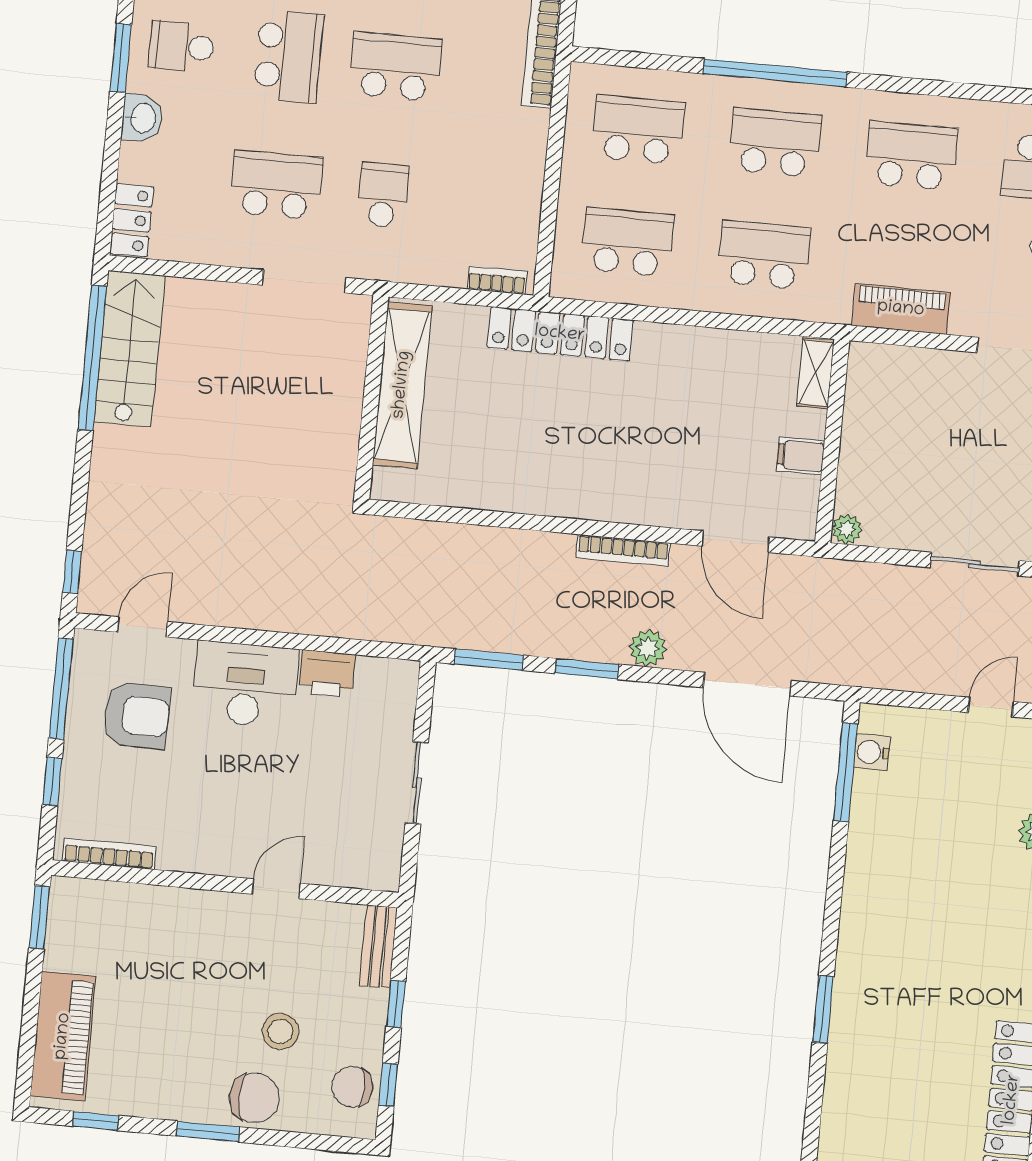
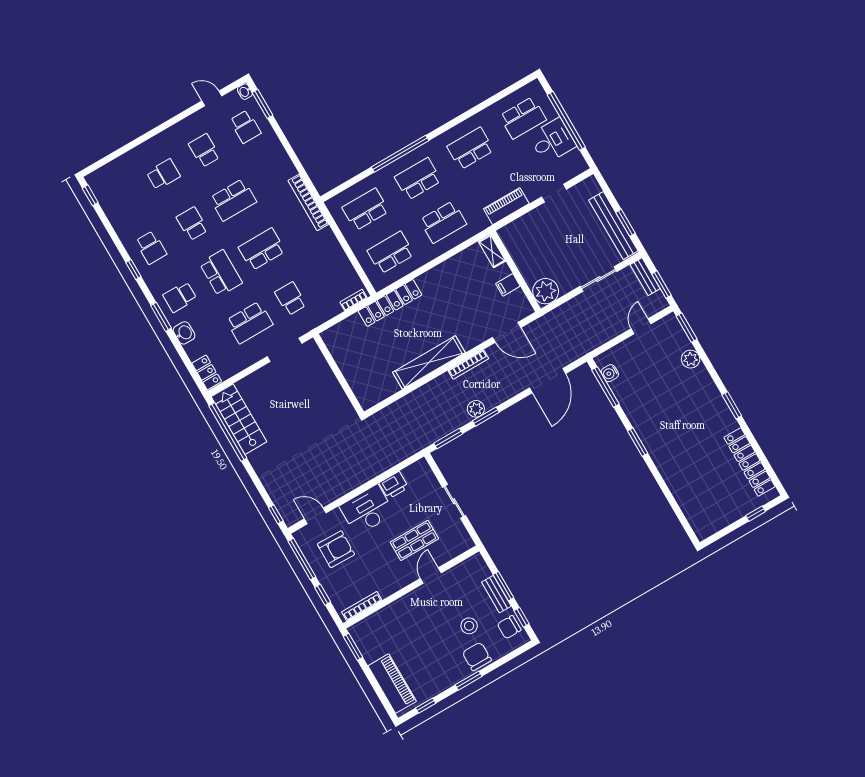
school desk: (276, 185) -> (250, 322), turned 180
school desk: (764, 255) -> (443, 222), turned 180
shelving: (402, 385) -> (429, 362), moved, turned 90
plant: (847, 529) -> (546, 291), width x1.87, depth x1.87
door: (142, 627) -> (315, 516), hinge flipped
plant: (648, 648) -> (476, 409), moved
door: (747, 684) -> (547, 381), hinge flipped
shop shelf: (292, 802) -> (414, 540), added
bench: (378, 947) -> (496, 594), moved
window: (396, 1004) -> (503, 586), width x1.50
window: (823, 1009) -> (638, 442), moved
chair: (254, 1098) -> (477, 656), turned -90

